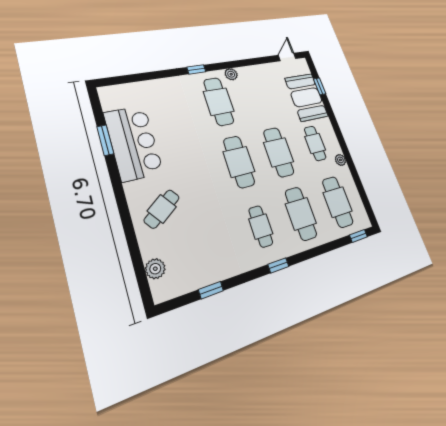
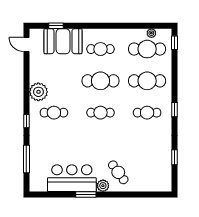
plant: (231, 74) -> (38, 92), width x1.88, depth x1.88
window: (144, 77) -> (26, 159), added
cafe table: (219, 102) -> (54, 113), width x0.73, depth x0.74
window: (105, 140) -> (86, 194), moved
plant: (340, 160) -> (151, 33), moved
cafe table: (239, 162) -> (100, 113), width x0.73, depth x0.74
plant: (155, 269) -> (103, 186), moved

